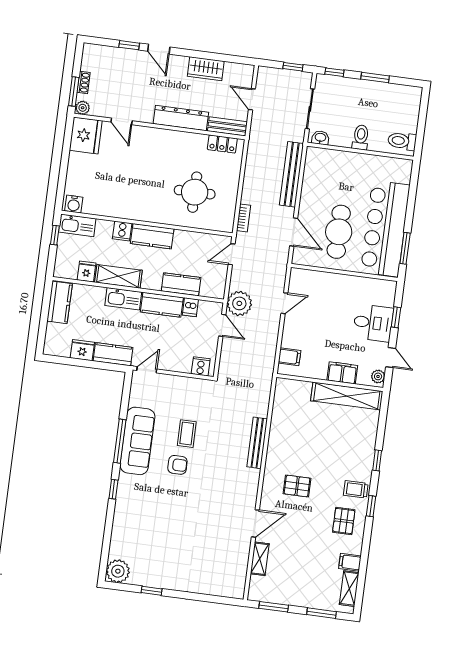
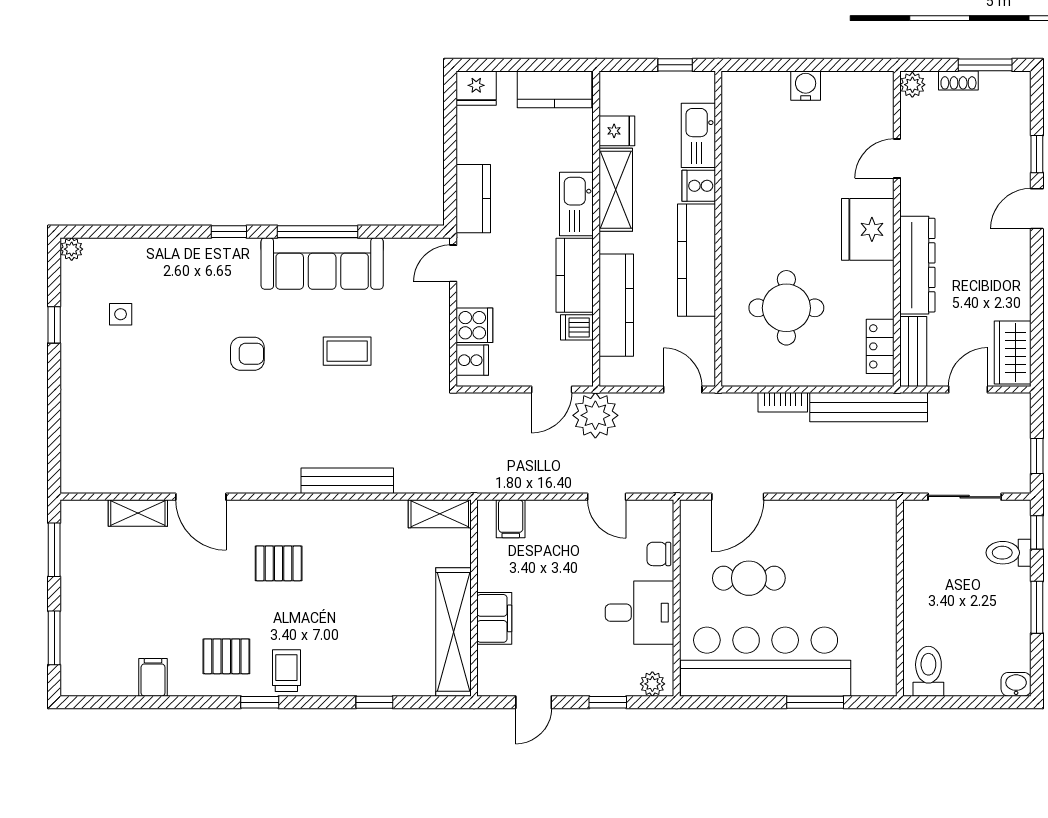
wardrobe: (206, 69) -> (1013, 353), moved
window: (74, 91) -> (985, 65), moved
fridge: (86, 135) -> (868, 229), moved, turned 90
toilet: (361, 137) -> (1009, 553), moved, turned 180
washbasin: (320, 138) -> (1016, 684), moved, turned -90
bench: (292, 174) -> (869, 407), moved
water cooler: (74, 204) -> (806, 86), moved, turned 90
bookcase: (243, 218) -> (783, 402), moved
kitchen sink: (77, 225) -> (698, 135), moved
cafe table: (339, 232) -> (749, 578), width x0.73, depth x0.74
kitchen counter: (152, 236) -> (696, 260), width x1.50
window: (405, 248) -> (815, 702), moved
chair: (319, 279) -> (659, 554), added
kitchen counter: (181, 284) -> (616, 305), width x1.50
desk: (373, 323) -> (639, 613), moved, turned -90
fridge: (82, 350) -> (476, 88), moved, turned 90
cooker: (182, 363) -> (474, 325), added
door: (147, 370) -> (453, 263), swing flipped
plant: (378, 376) -> (652, 684), moved
window: (377, 460) -> (374, 702), moved
armchair: (177, 465) -> (247, 354), moved, turned -90
pallet: (297, 486) -> (279, 563), turned 90
side table: (151, 554) -> (121, 314), added
plant: (118, 571) -> (72, 249), width x0.53, depth x0.53
shelving: (349, 589) -> (440, 514), moved

